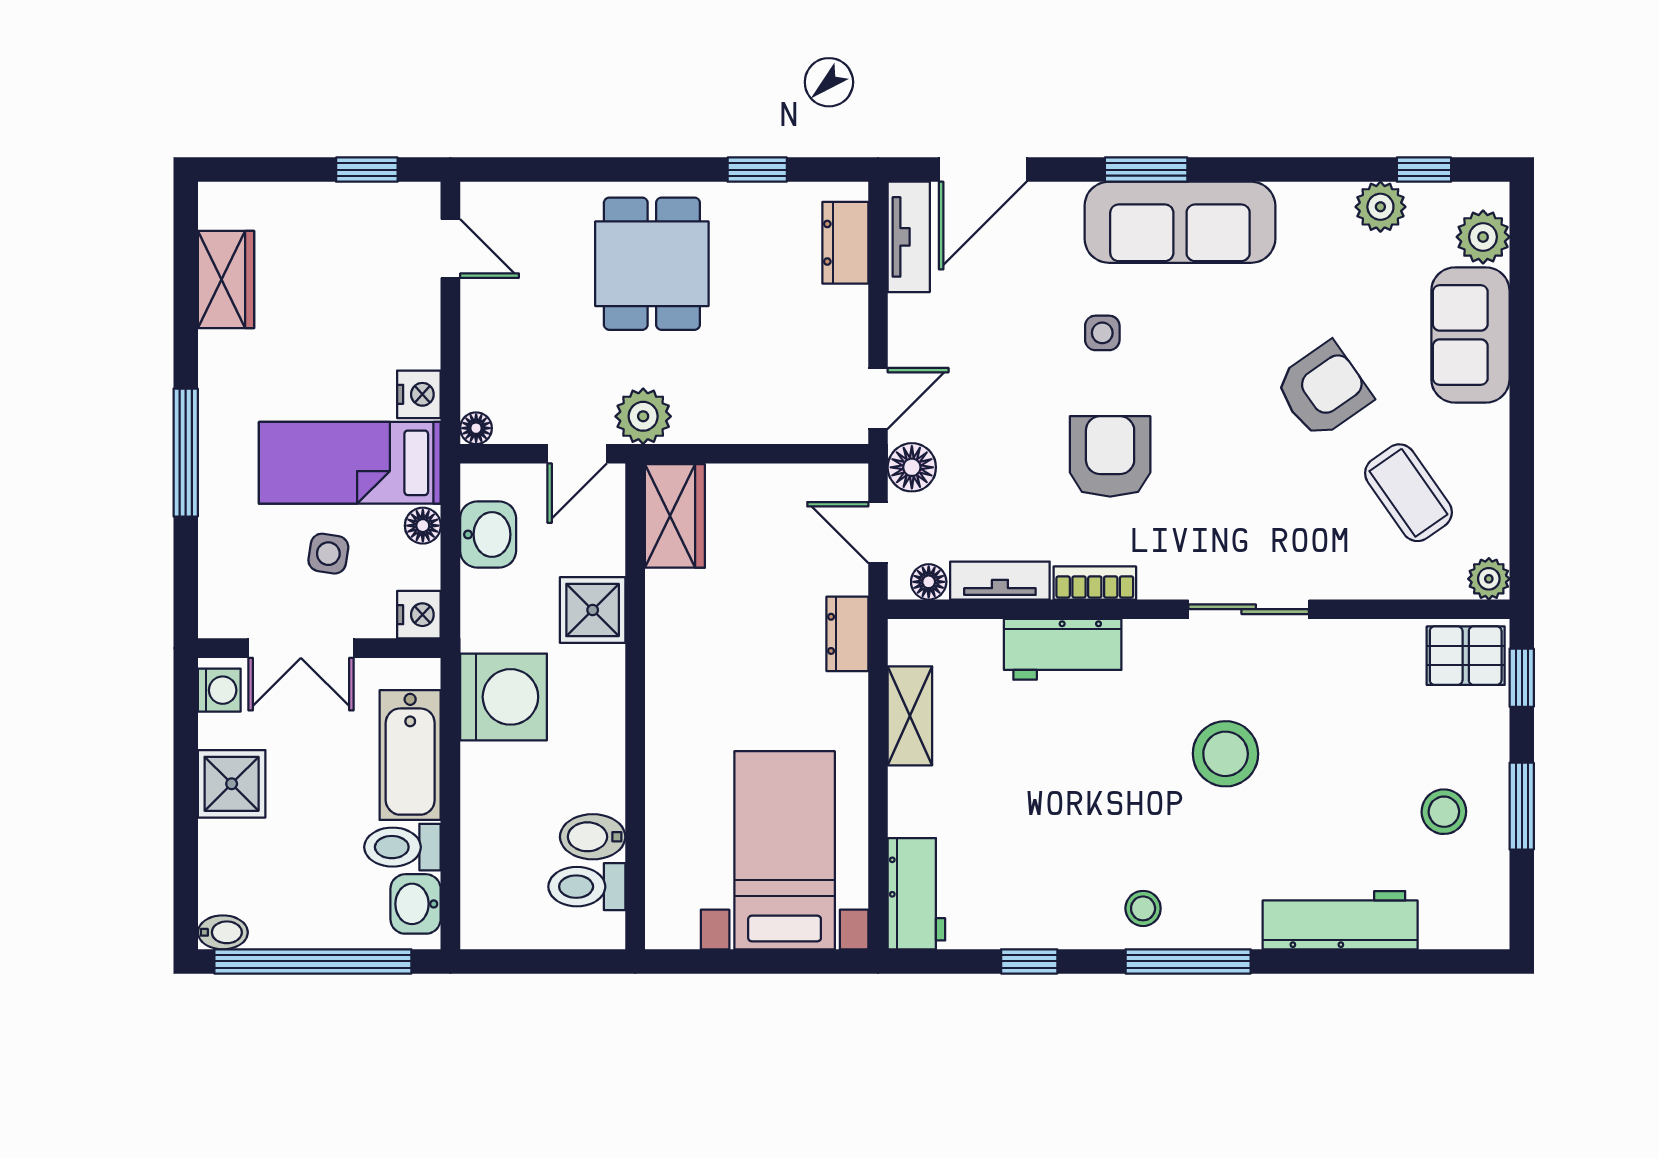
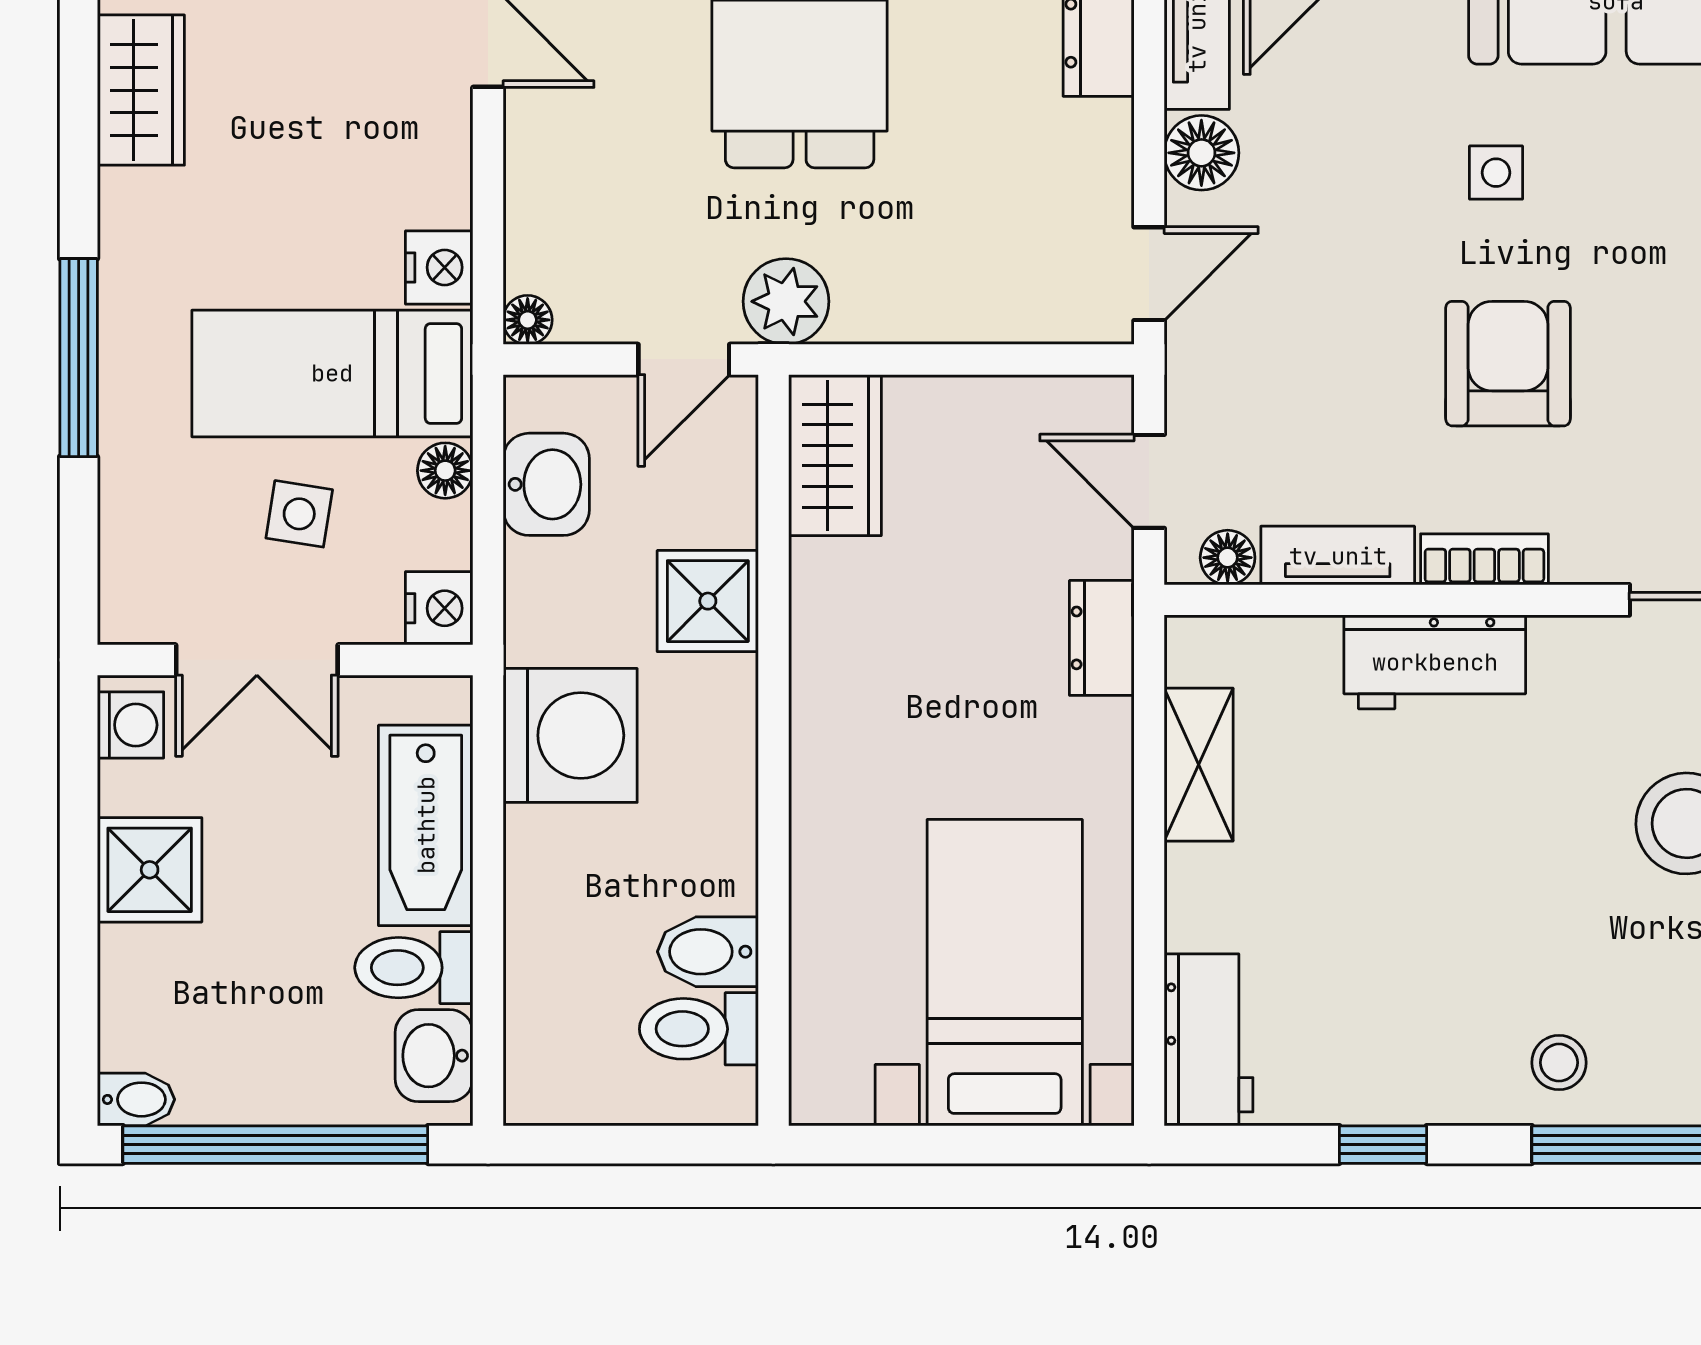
floor lamp: (912, 467) -> (1201, 153), moved

